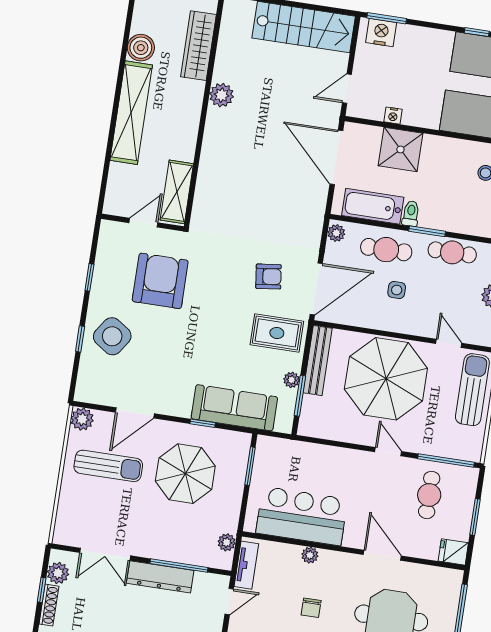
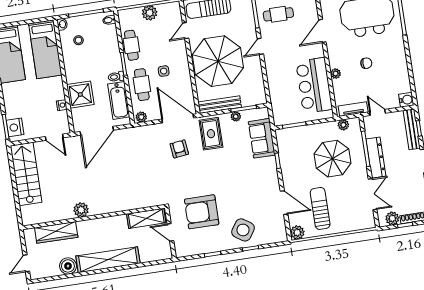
sofa: (234, 408) -> (262, 138), width x0.73
parasol: (185, 474) -> (332, 159), moved

